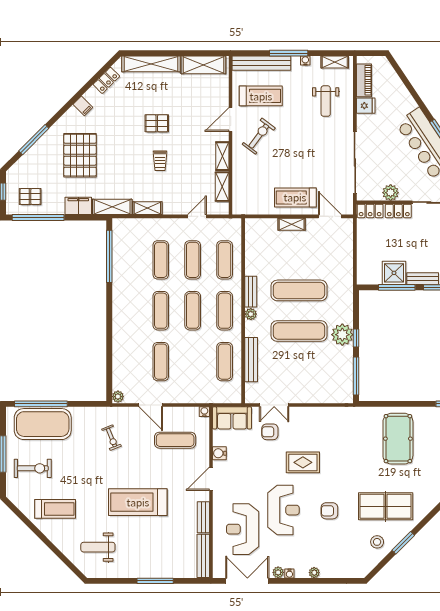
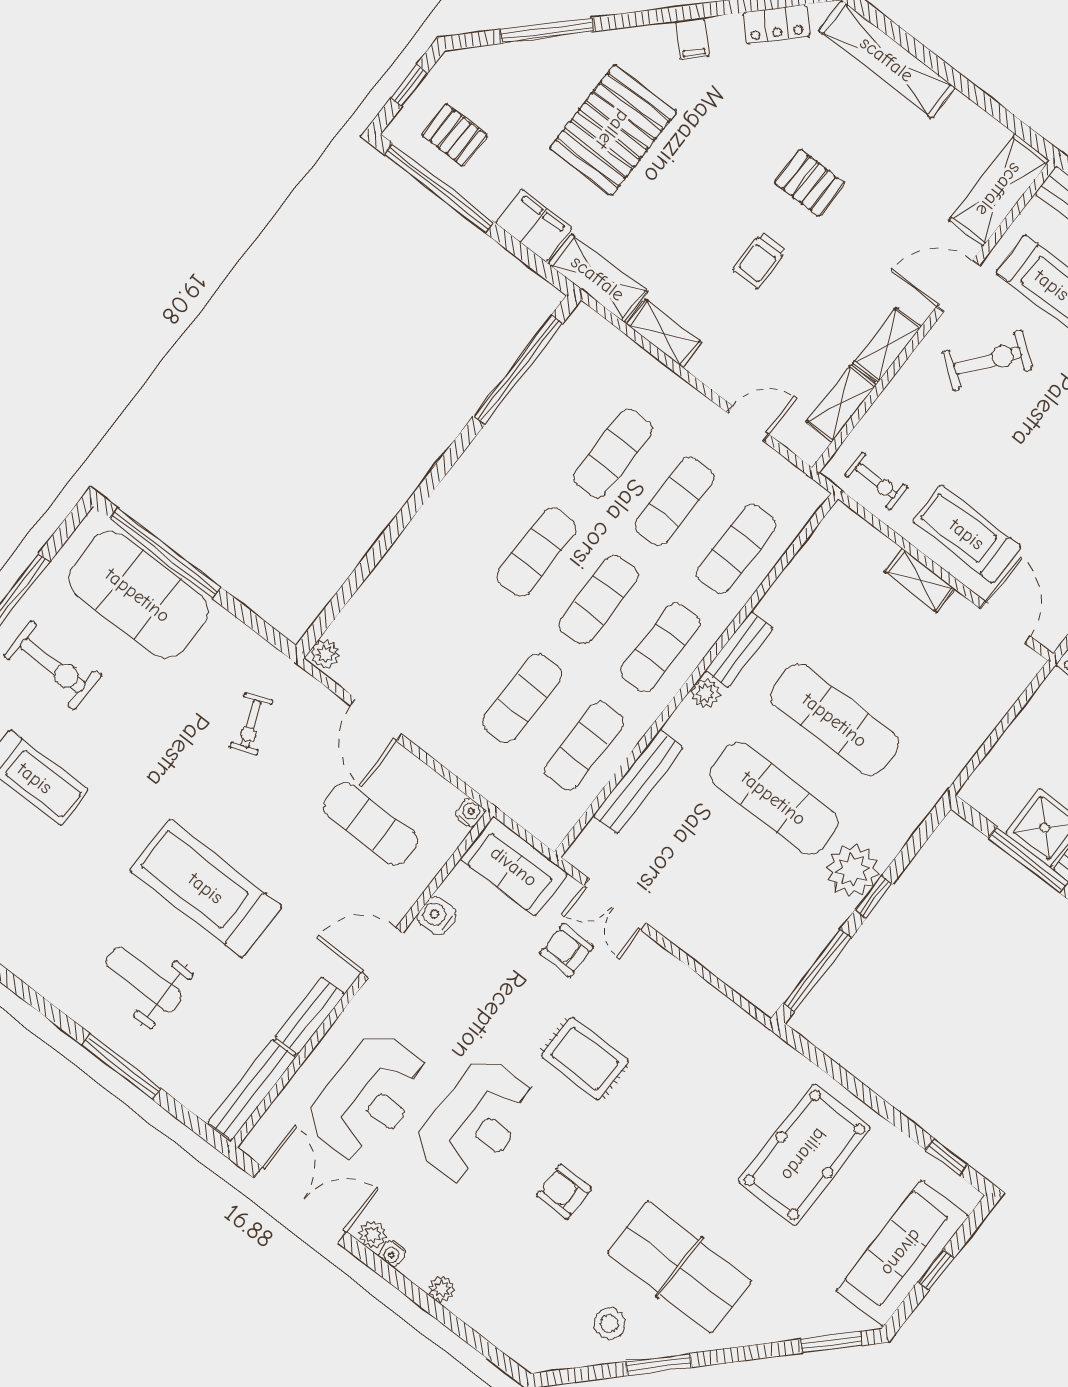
shelving: (203, 65) -> (999, 190), moved, turned 90
exercise bike: (253, 203) -> (876, 481), added
exercise mat: (161, 362) -> (522, 698), moved
reception desk: (243, 529) -> (368, 1097), turned 180
weight bench: (98, 547) -> (144, 980), moved

